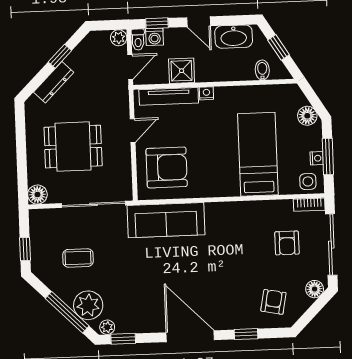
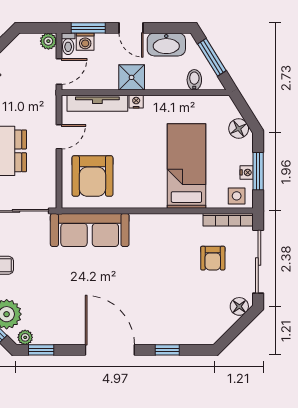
window: (157, 23) -> (88, 28), width x1.50
window: (279, 47) -> (212, 57), width x1.50
shower: (182, 71) -> (132, 77), moved
armchair: (167, 167) -> (92, 176), turned 90
bookcase: (309, 205) -> (228, 220), width x1.56
armchair: (273, 302) -> (197, 318), removed

